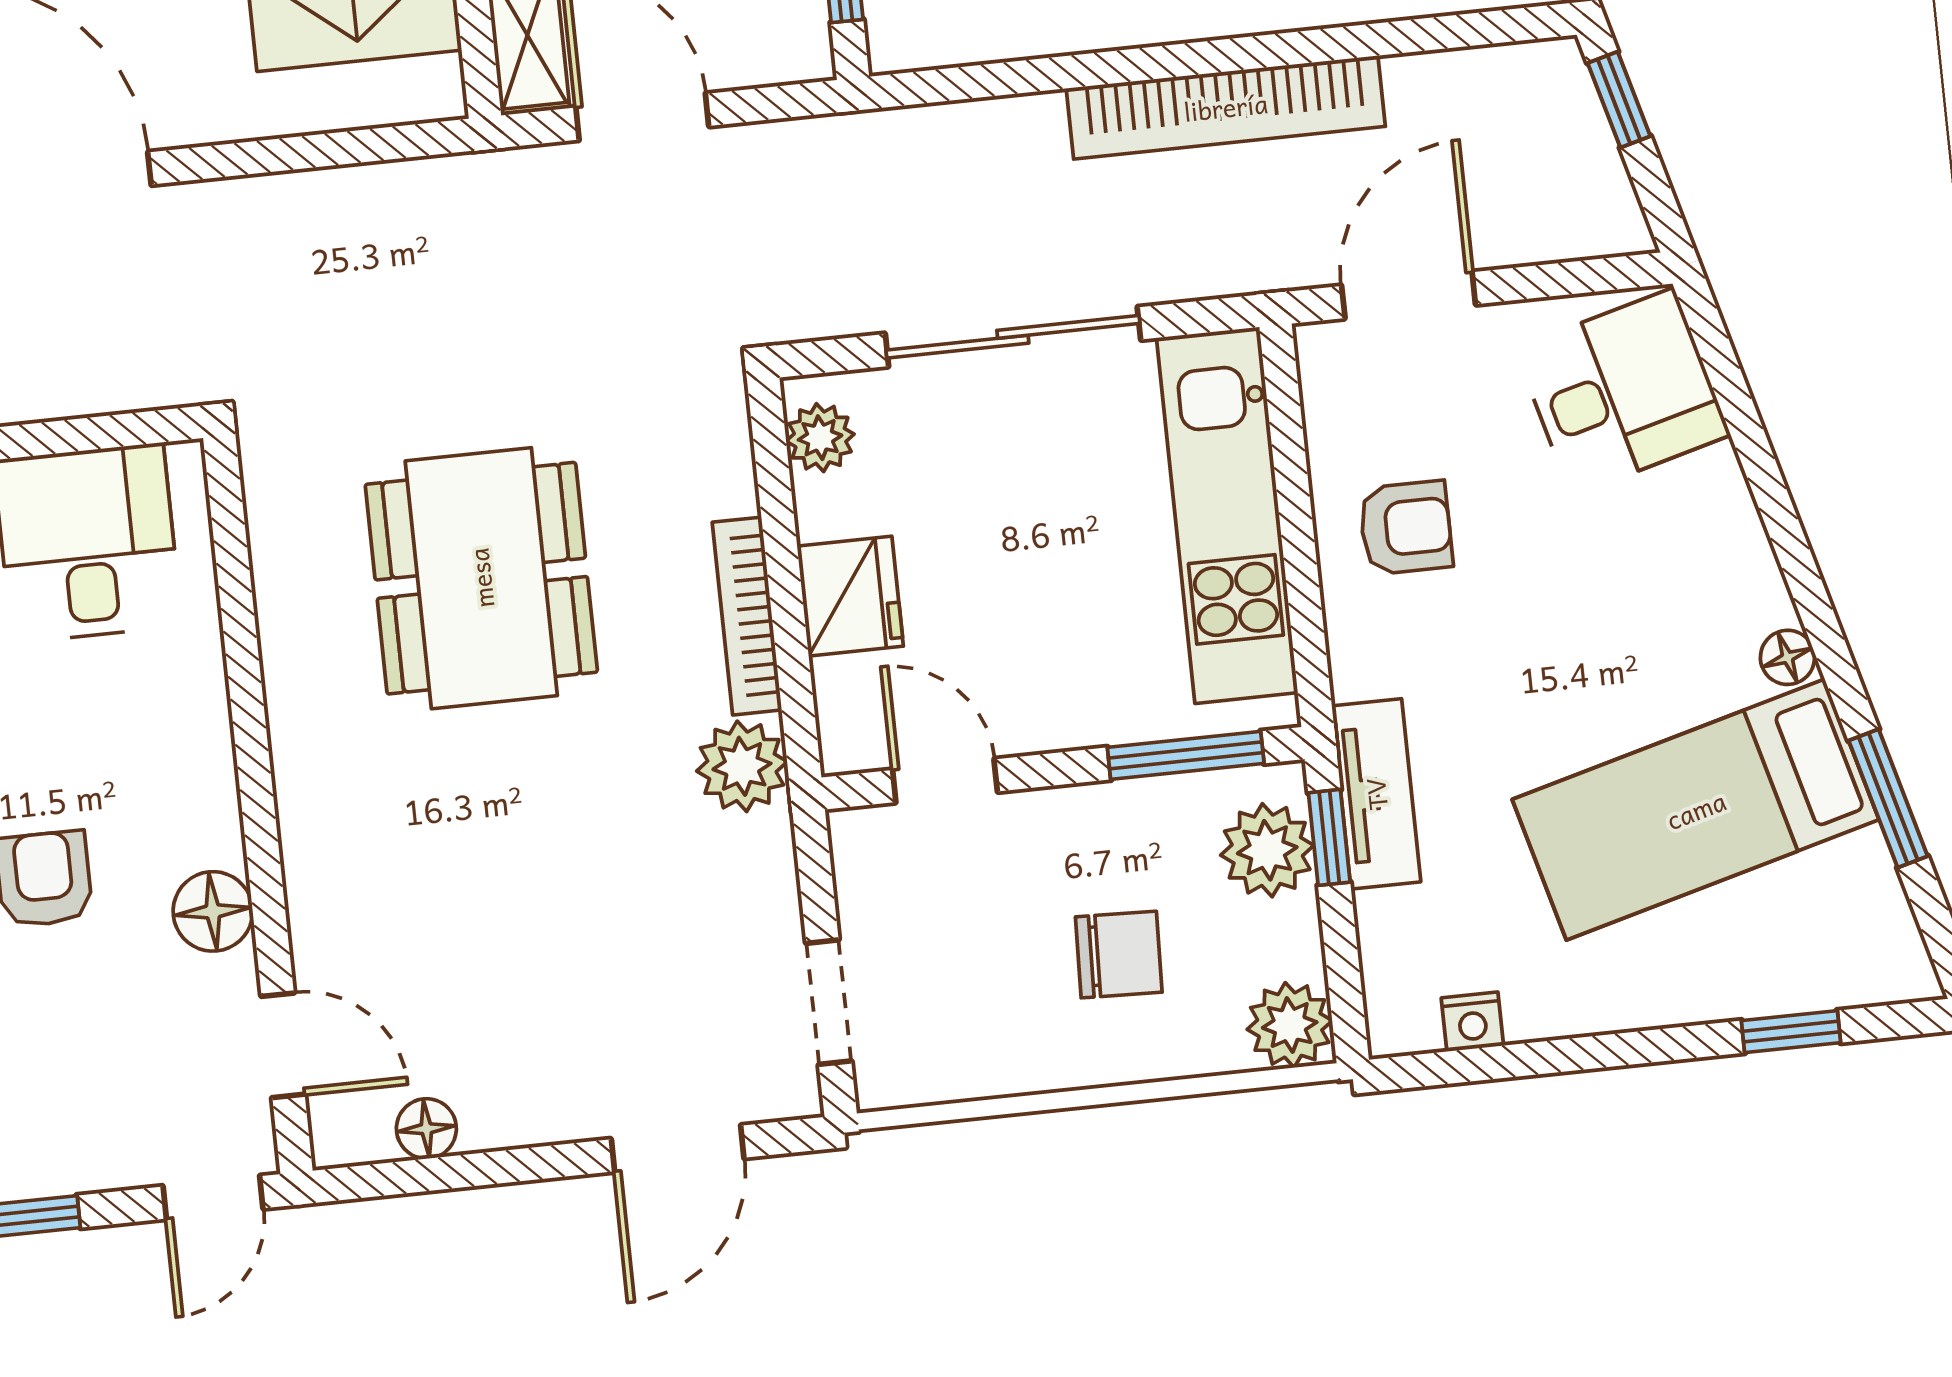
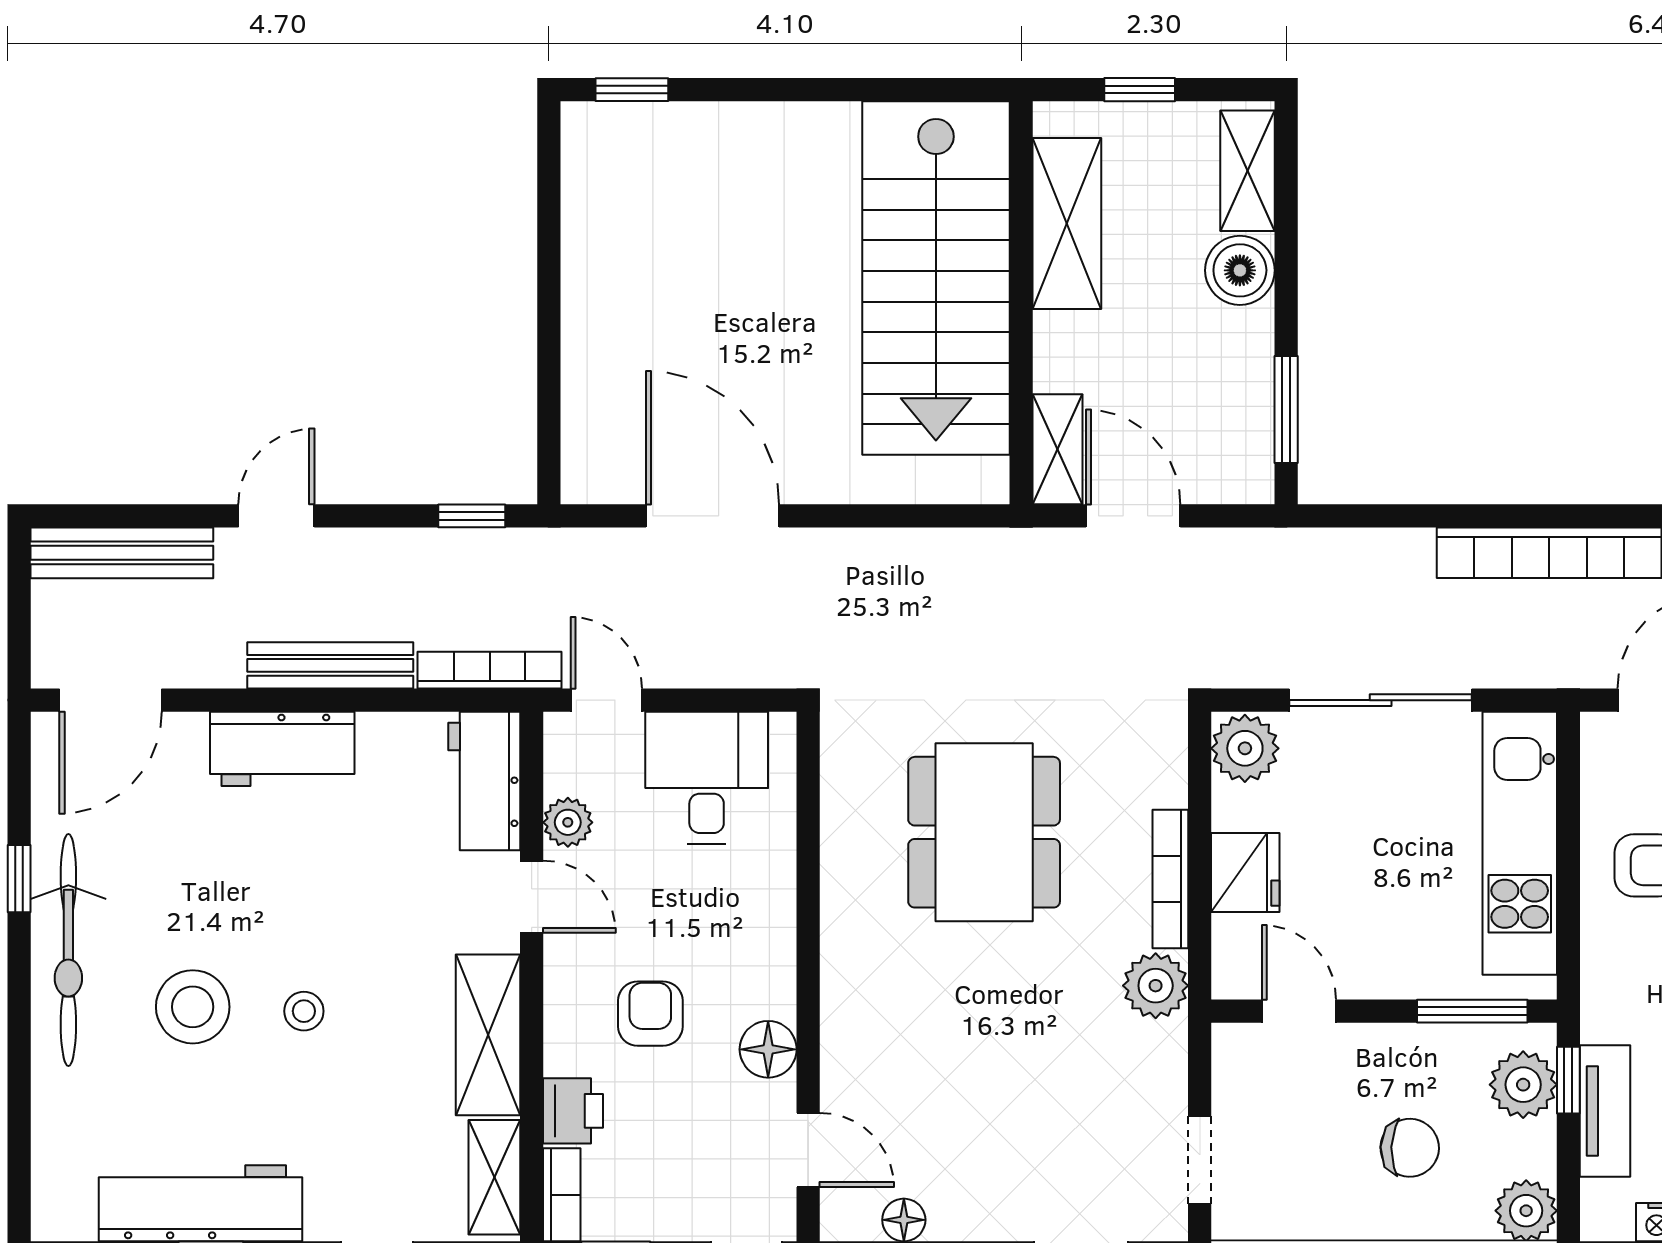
plant: (820, 438) -> (1245, 748), width x1.38, depth x1.38
tv unit: (1376, 794) -> (1605, 1111), moved

